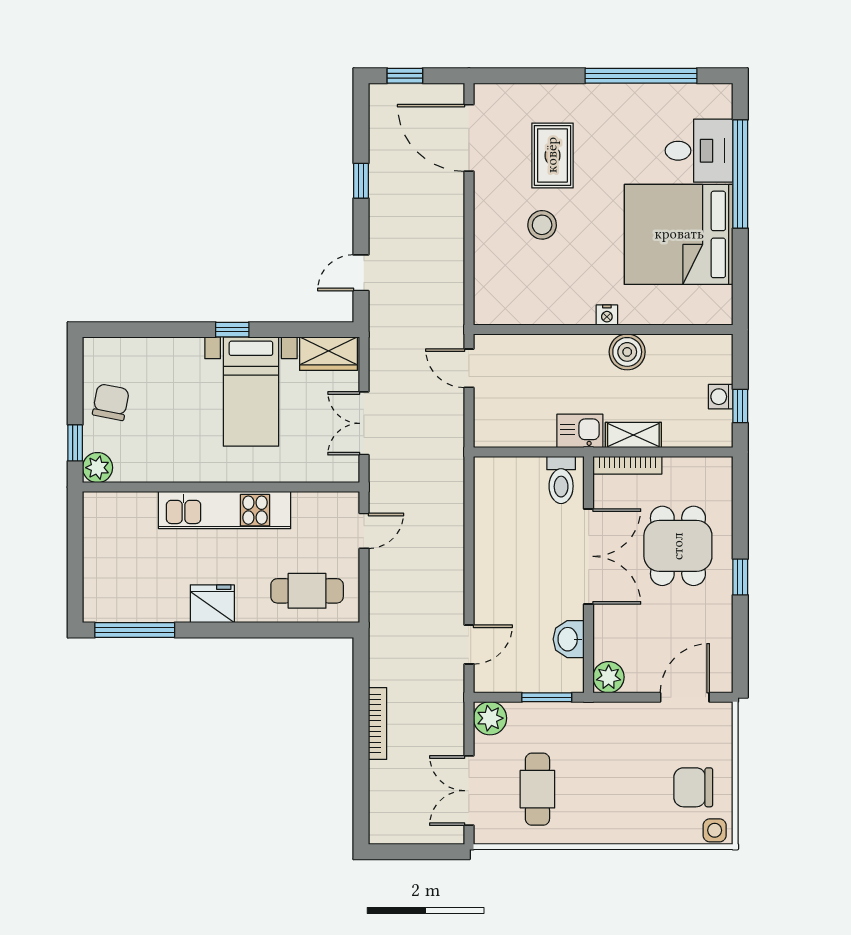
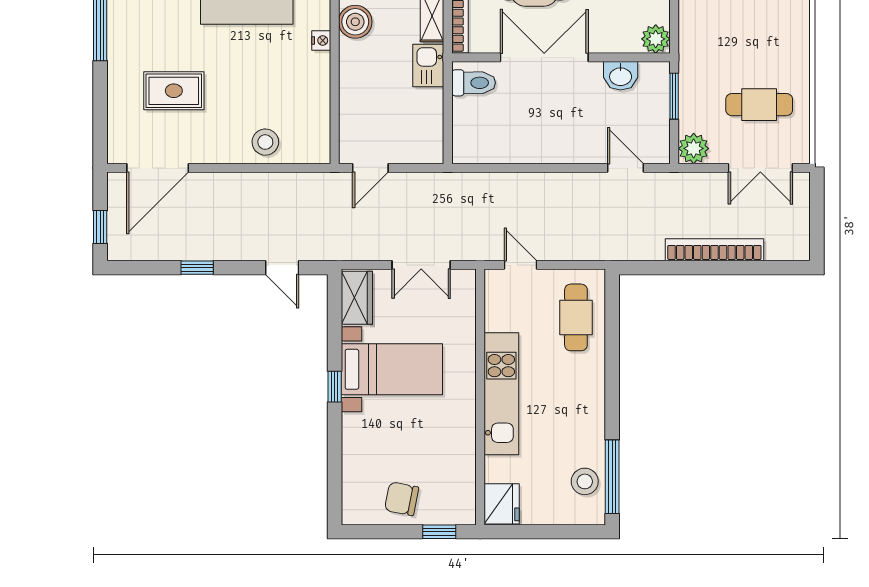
stool: (542, 225) -> (265, 142), moved
plant: (97, 468) -> (462, 511), removed
stool: (129, 600) -> (585, 481), added
fridge: (212, 604) -> (502, 504), moved, turned 180
bookcase: (377, 724) -> (714, 250), width x1.48, depth x1.31

